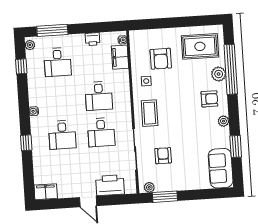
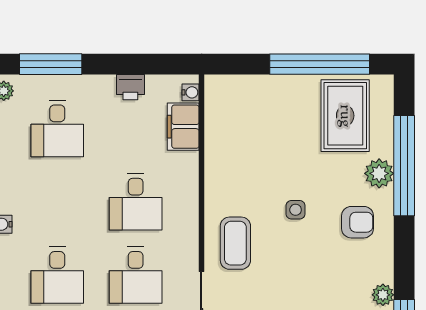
window: (186, 22) -> (320, 64), added
rug: (200, 46) -> (345, 116), turned 90
armchair: (161, 59) -> (265, 135), removed
side table: (146, 81) -> (296, 210), moved
plant: (223, 121) -> (383, 295), moved

